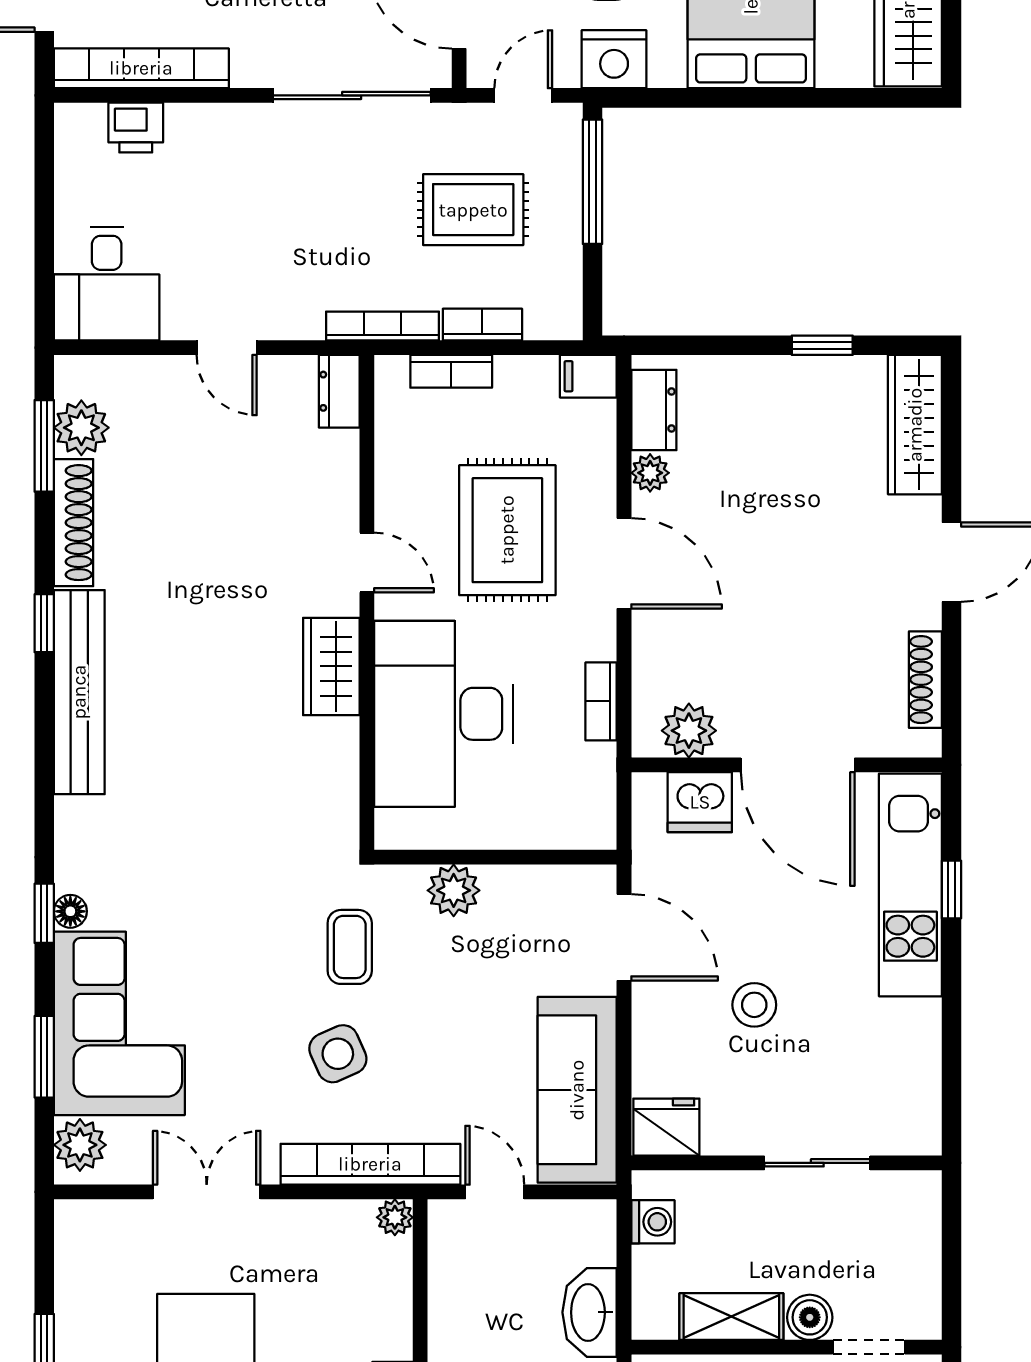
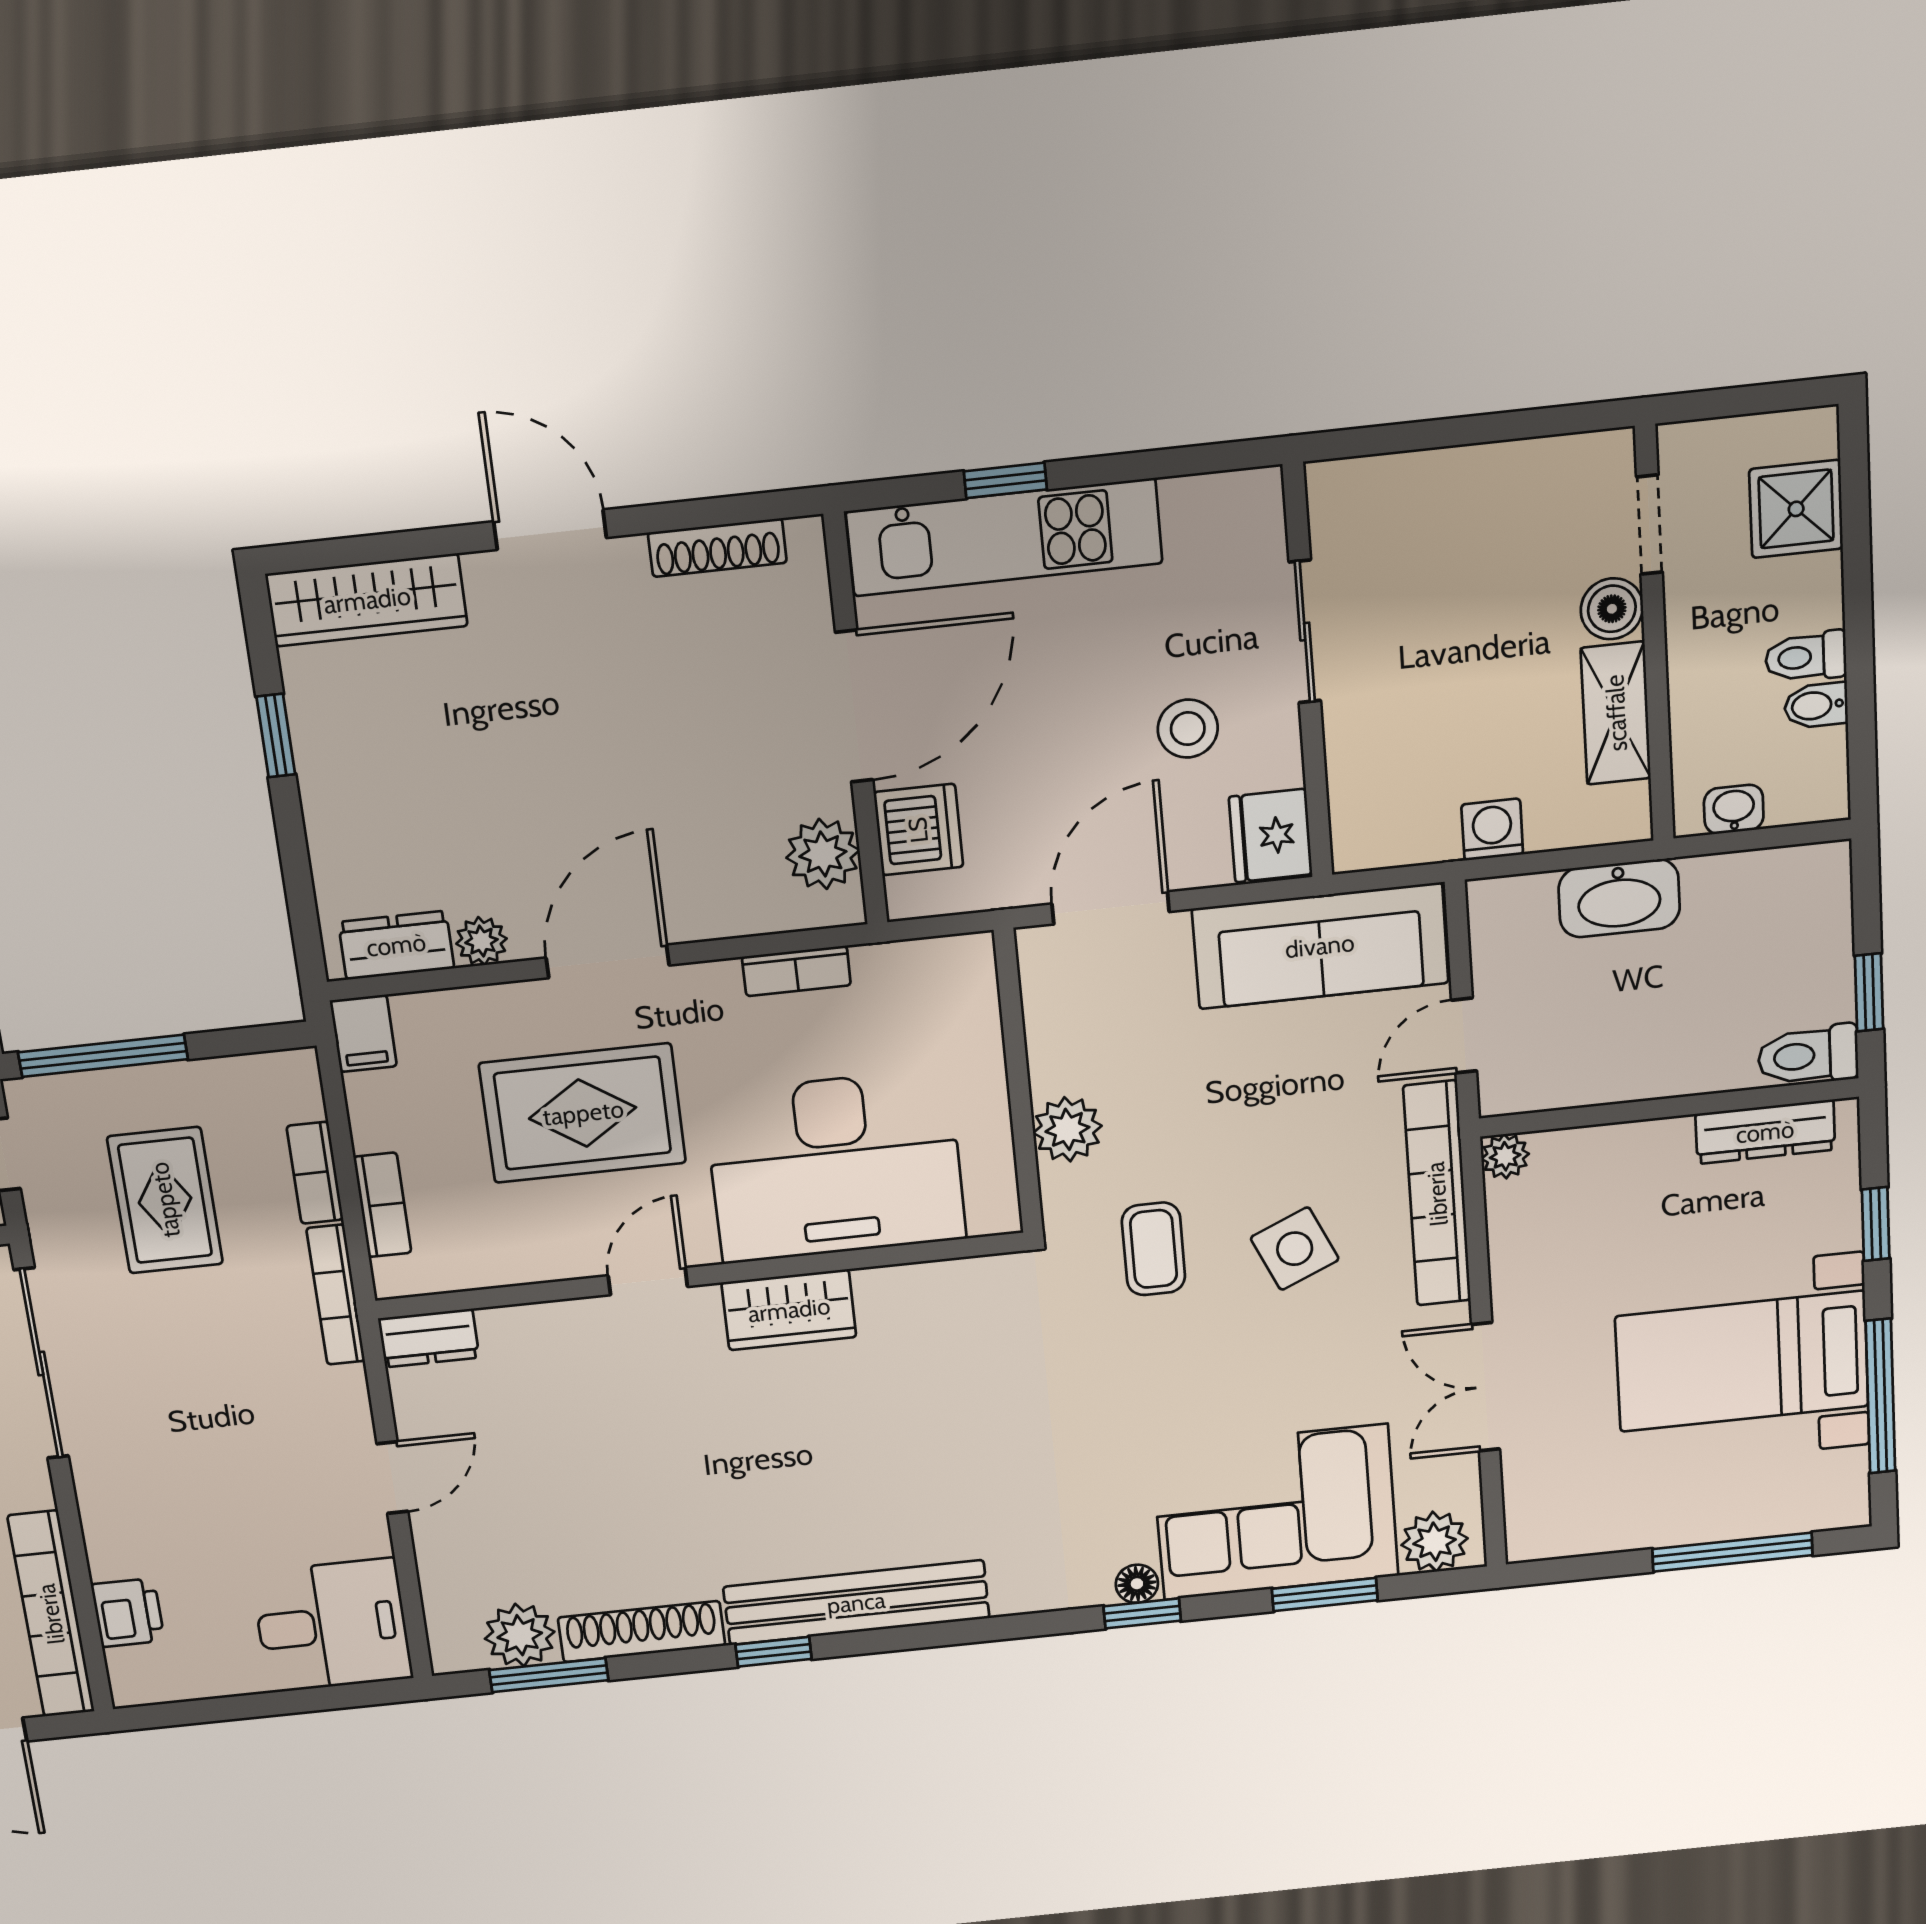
coffee table: (350, 947) -> (1153, 1249), turned 90
fridge: (666, 1127) -> (1271, 836), moved
wall: (787, 1163) -> (1308, 673), moved
sliding door: (817, 1163) -> (1305, 632), moved

